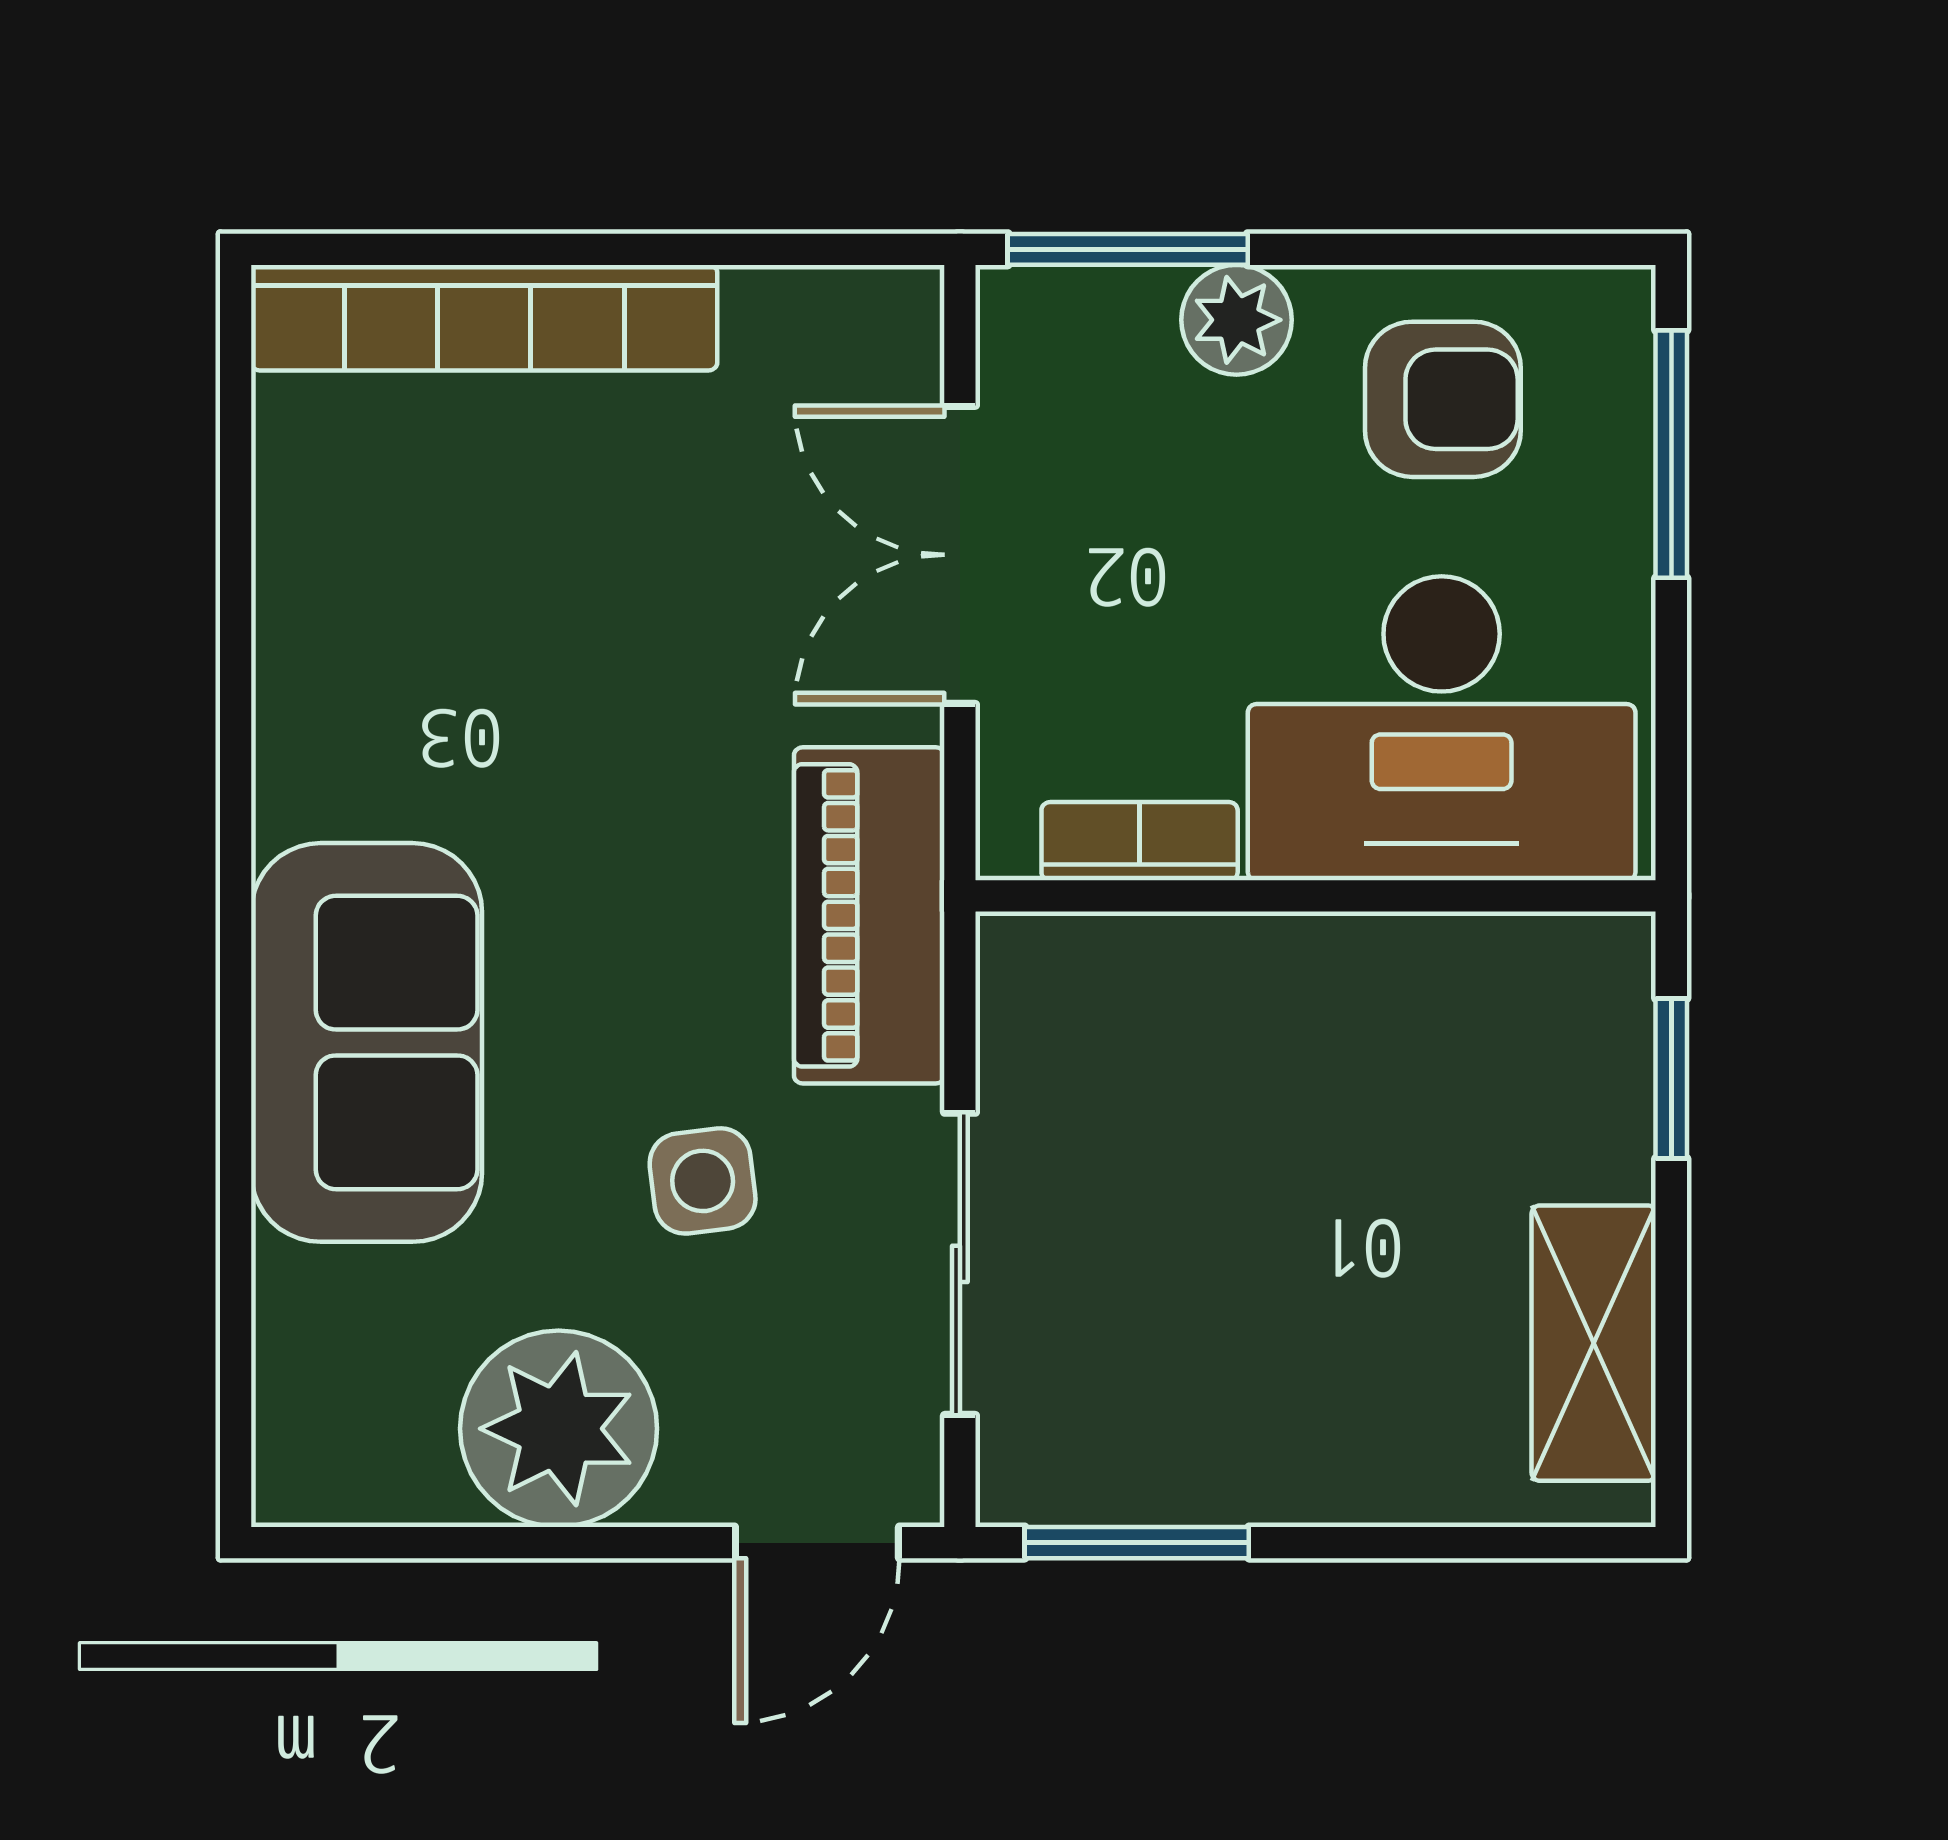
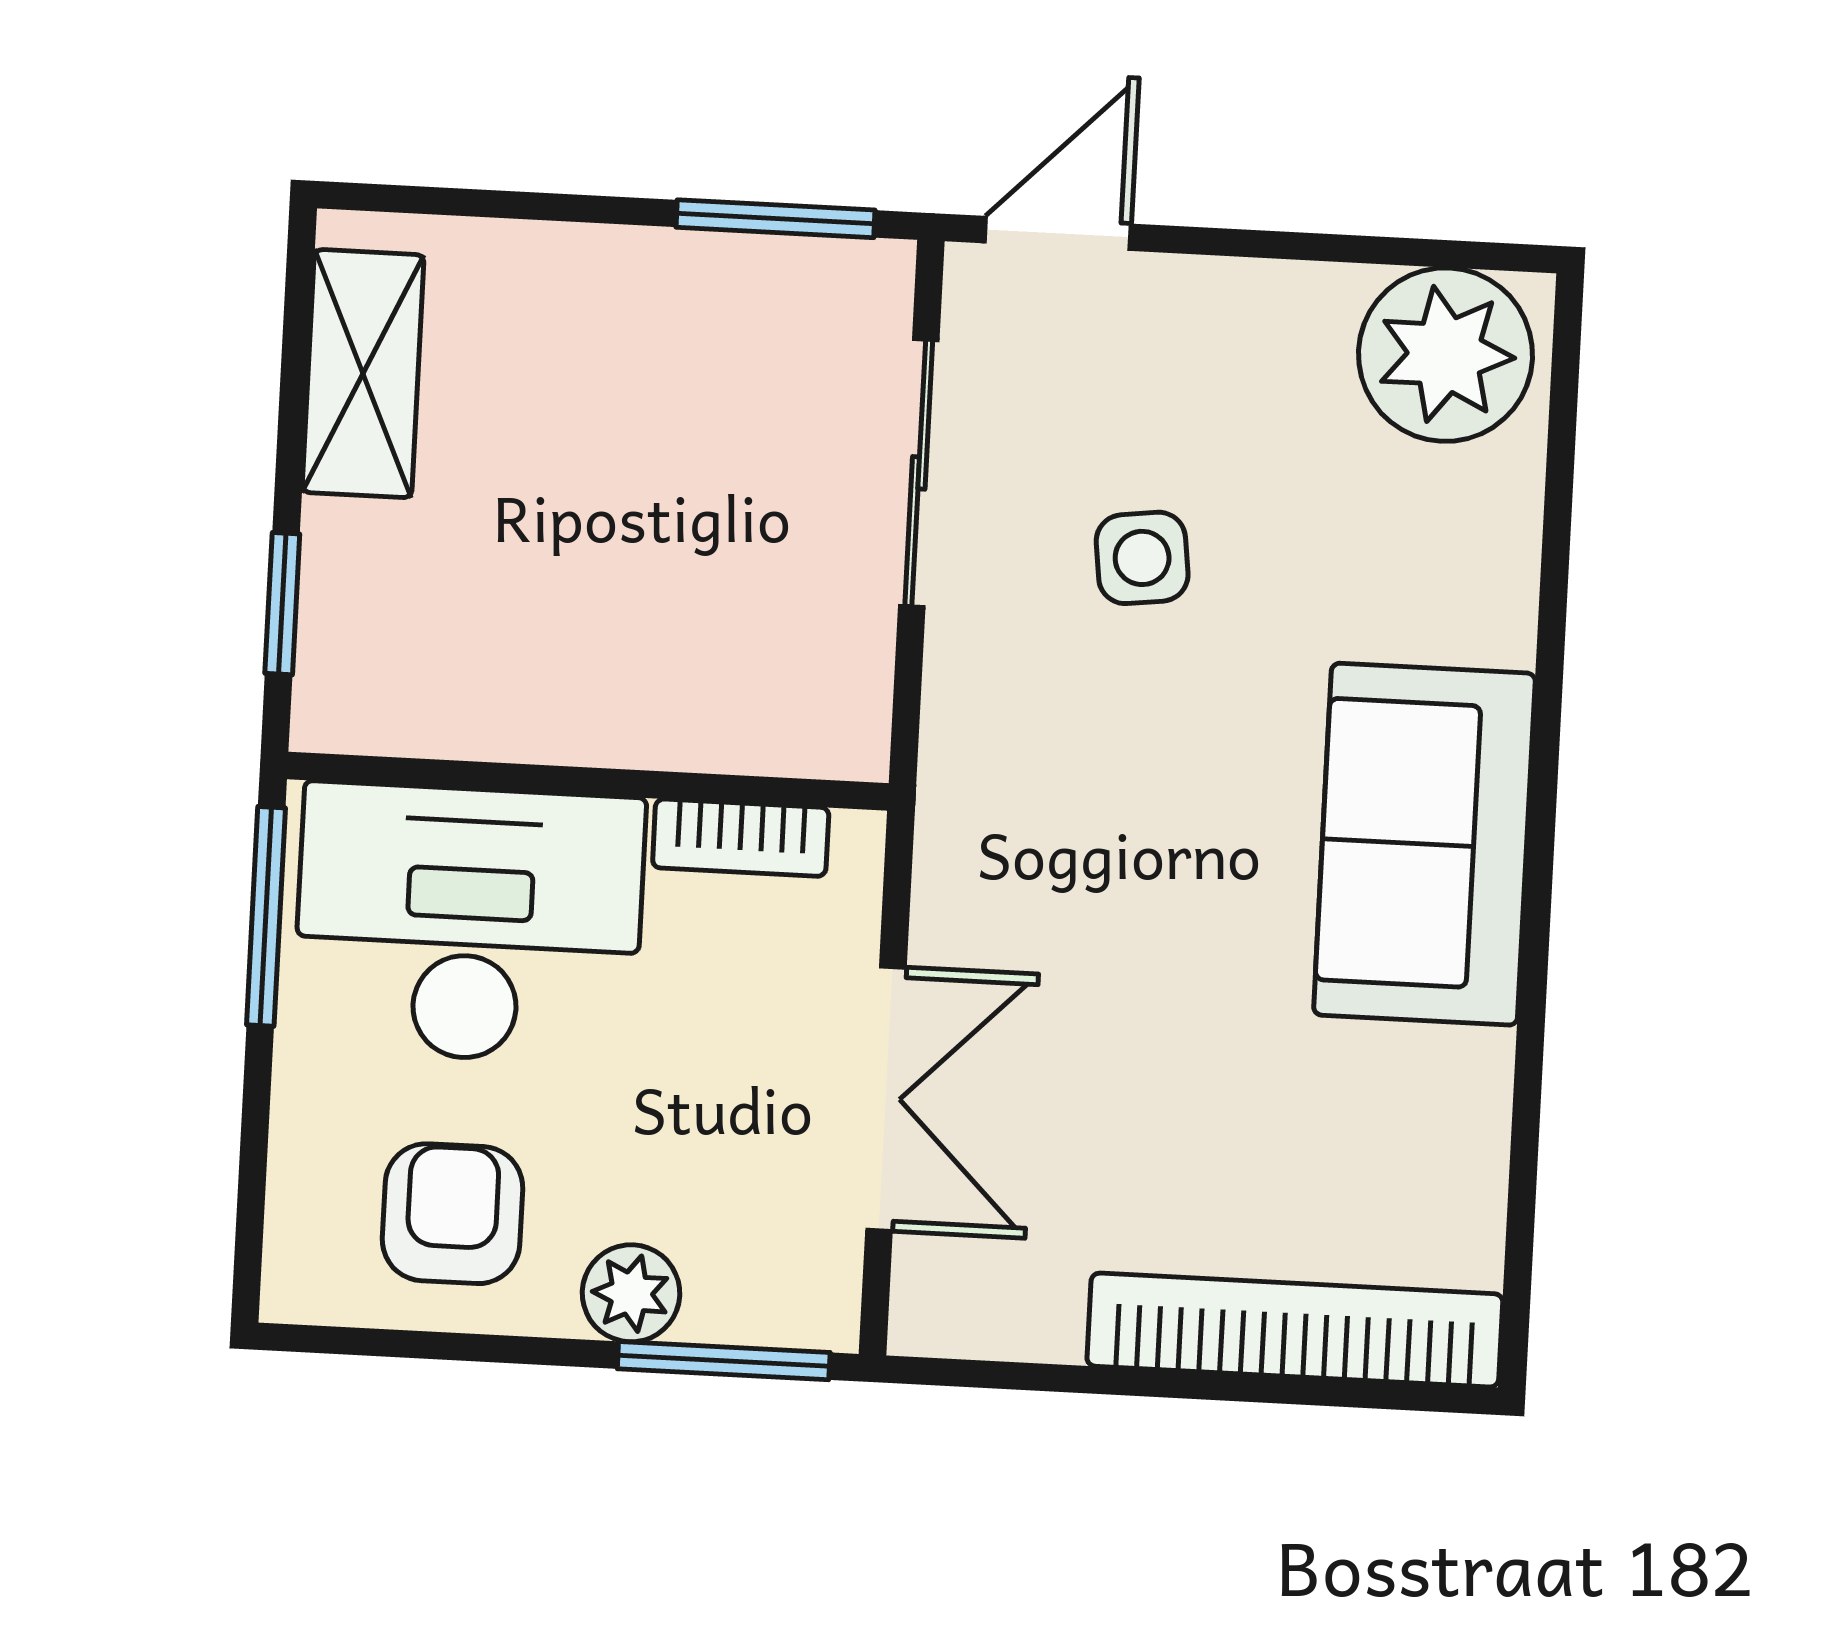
armchair: (1443, 399) -> (452, 1214), turned 90
window: (1671, 454) -> (266, 916), moved
piano: (869, 915) -> (983, 785), removed
sofa: (367, 1042) -> (1424, 844), moved
plant: (559, 1429) -> (1446, 355), moved

